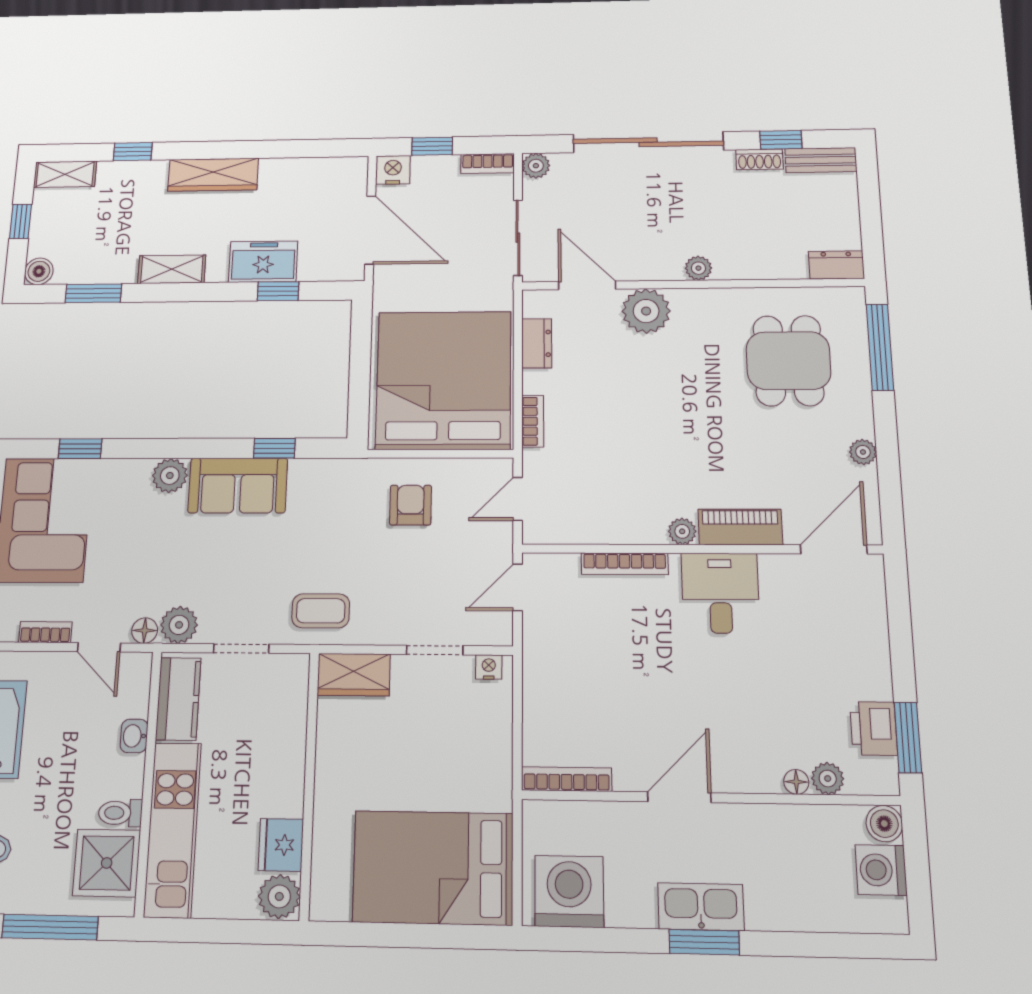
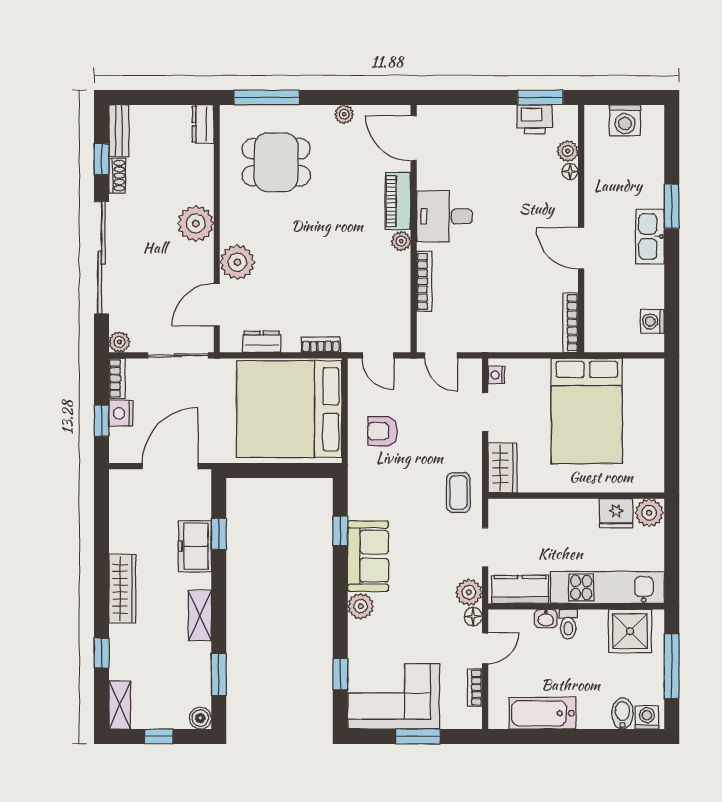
nightstand: (393, 170) -> (121, 413), moved
plant: (698, 268) -> (196, 223), width x1.87, depth x1.87
toilet: (120, 813) -> (568, 624), moved
boiler: (884, 824) -> (596, 116), removed
bed: (433, 868) -> (587, 411), moved
washing machine: (569, 891) -> (653, 321), width x0.53, depth x0.53
window: (704, 942) -> (672, 206), moved

